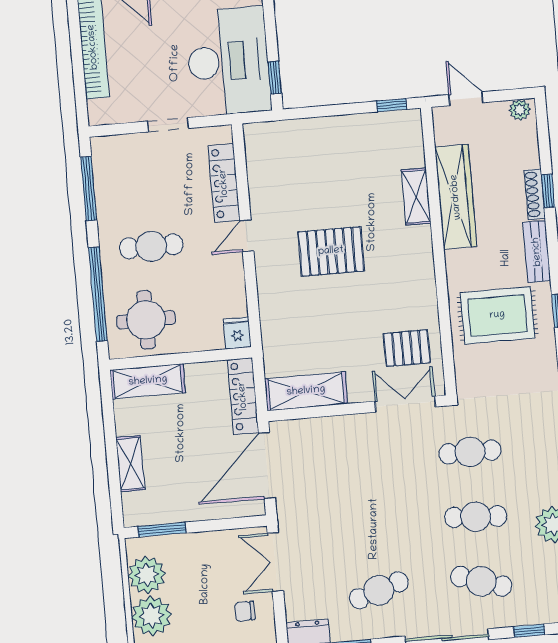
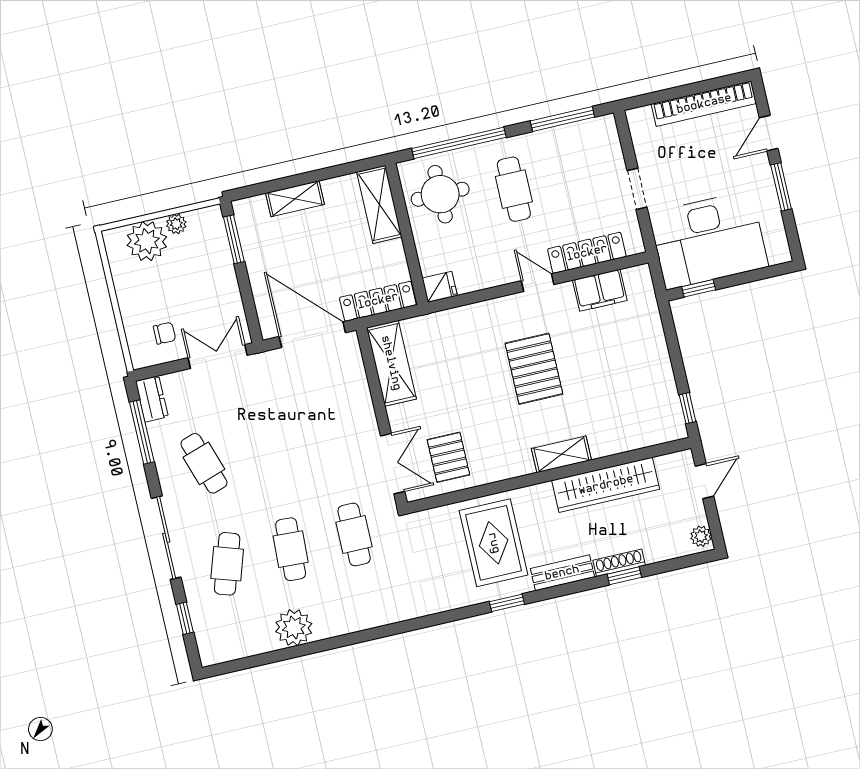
filing cabinet: (263, 176) -> (600, 290), added
shelving: (416, 196) -> (561, 454), moved
plant: (147, 575) -> (176, 224), width x0.53, depth x0.53
chair: (245, 611) -> (164, 333), turned 90

